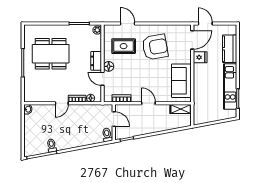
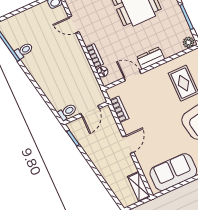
floor lamp: (109, 66) -> (151, 76), removed
door: (103, 79) -> (132, 76), hinge flipped
door: (62, 103) -> (74, 24), moved

